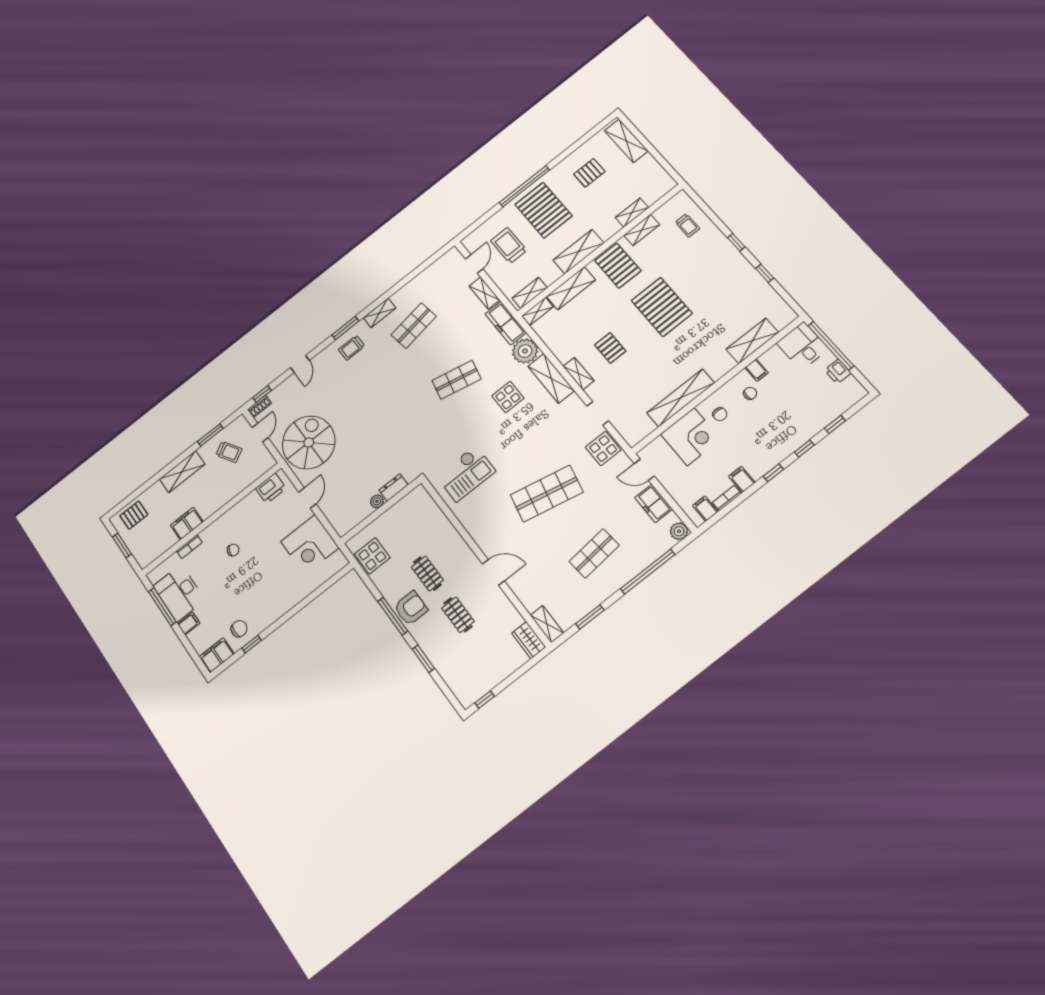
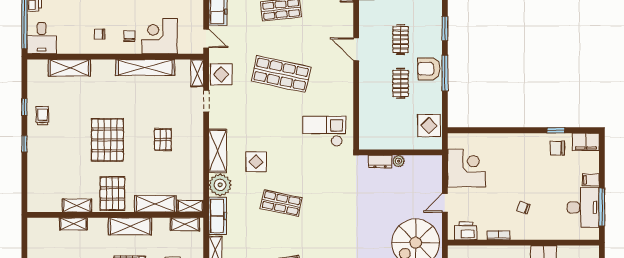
trolley: (687, 225) -> (42, 116), moved
filing cabinet: (757, 370) -> (83, 46), removed
shelving: (579, 374) -> (197, 73), moved
bookcase: (189, 547) -> (499, 235), moved

